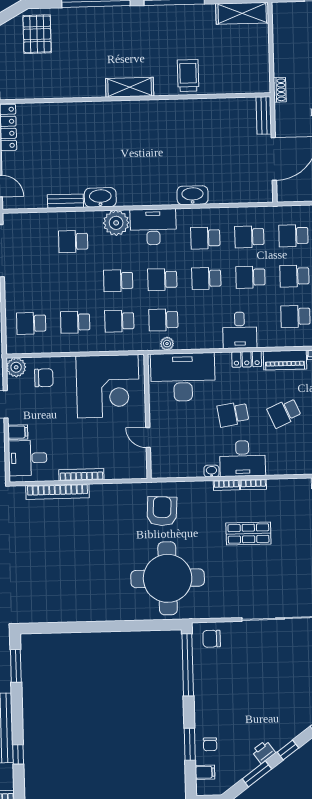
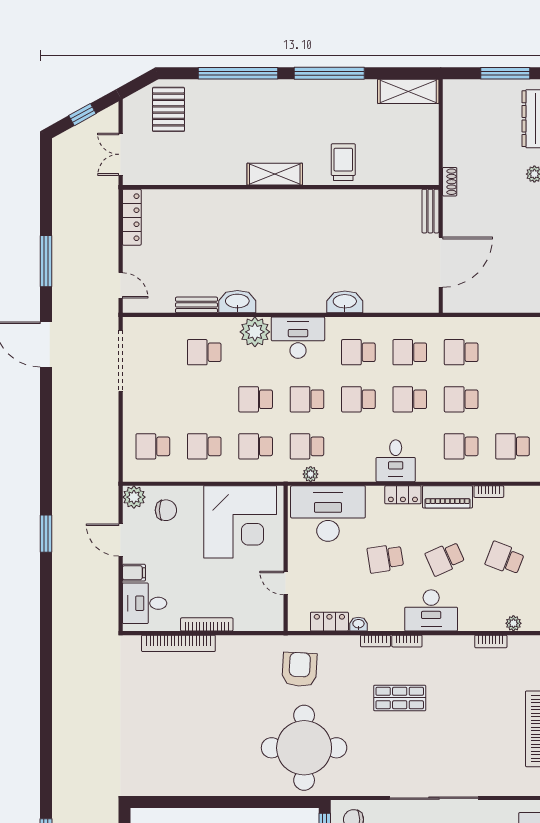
desk: (242, 459) -> (431, 610), moved
locker: (187, 470) -> (329, 622), added

